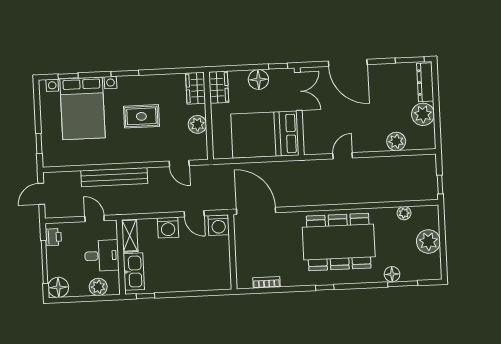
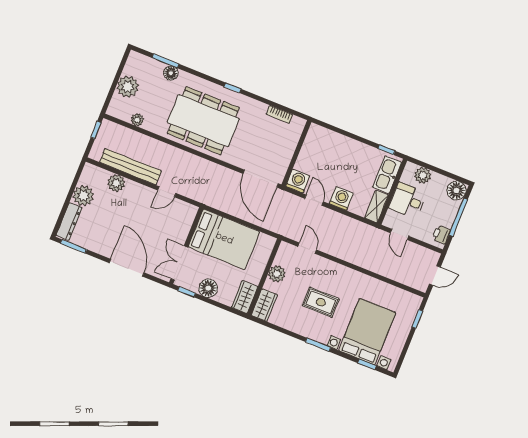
bench: (114, 177) -> (130, 167), moved

